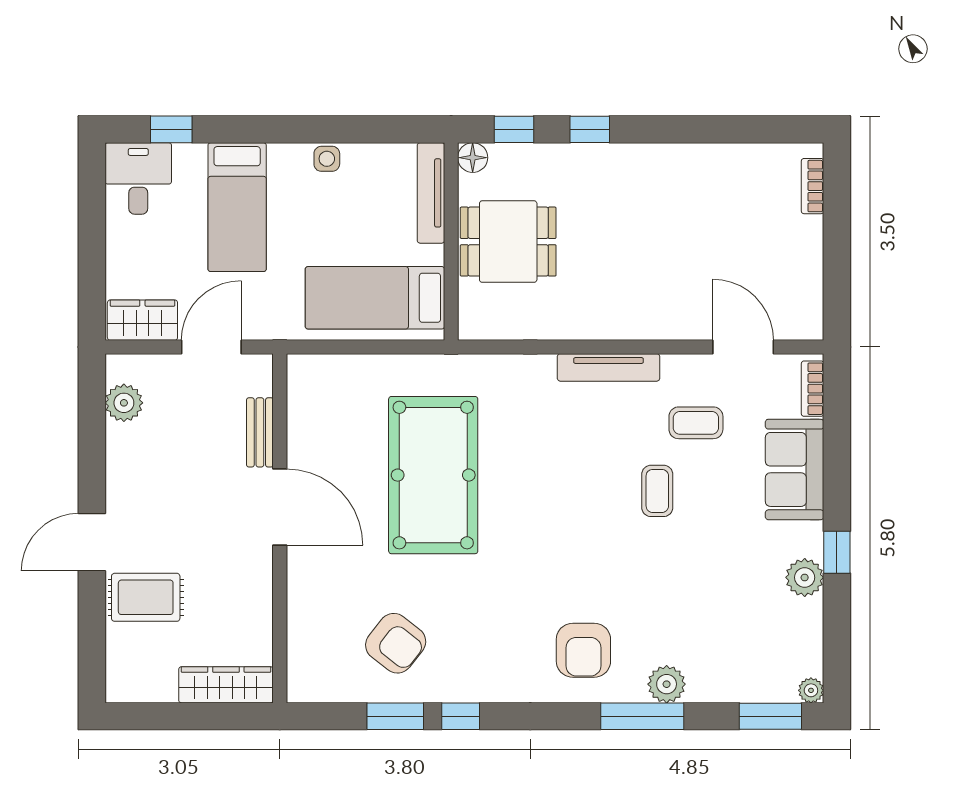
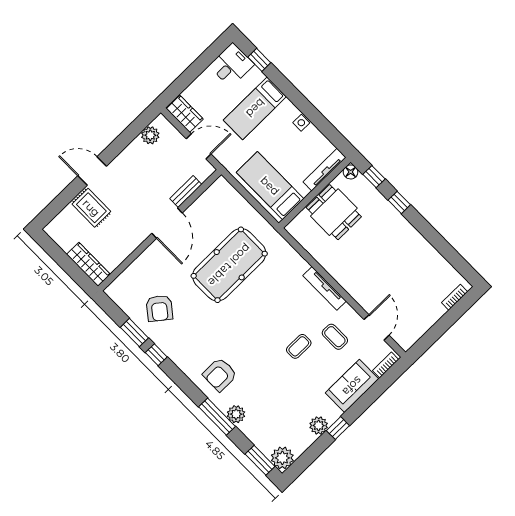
plant: (811, 690) -> (282, 458), width x1.88, depth x1.88

